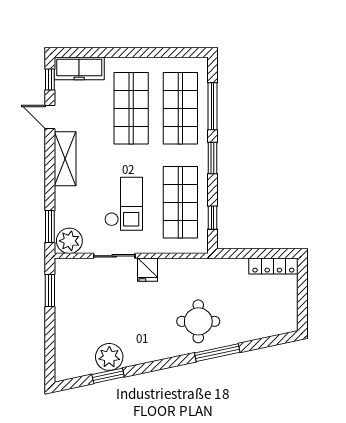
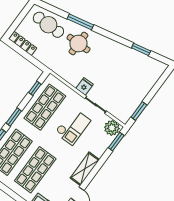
checkout: (124, 204) -> (73, 127), turned 180
cafe table: (257, 317) -> (48, 25), added
plant: (109, 357) -> (134, 58), removed

